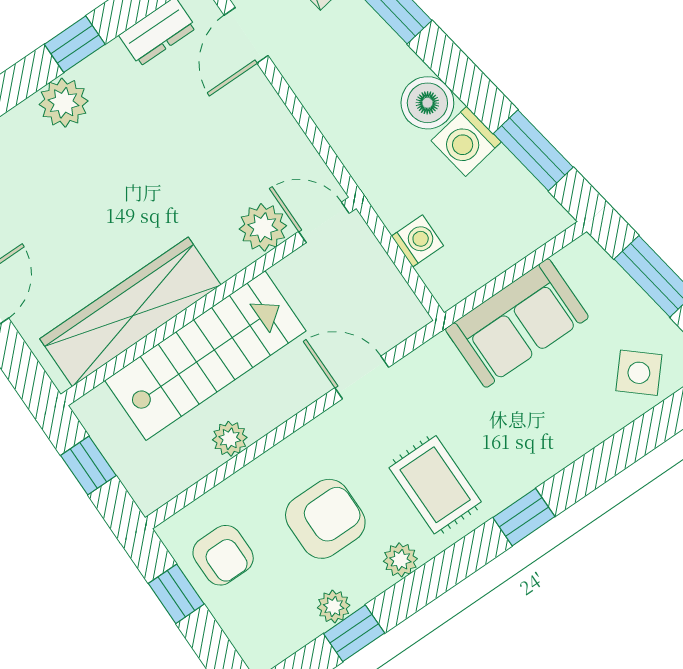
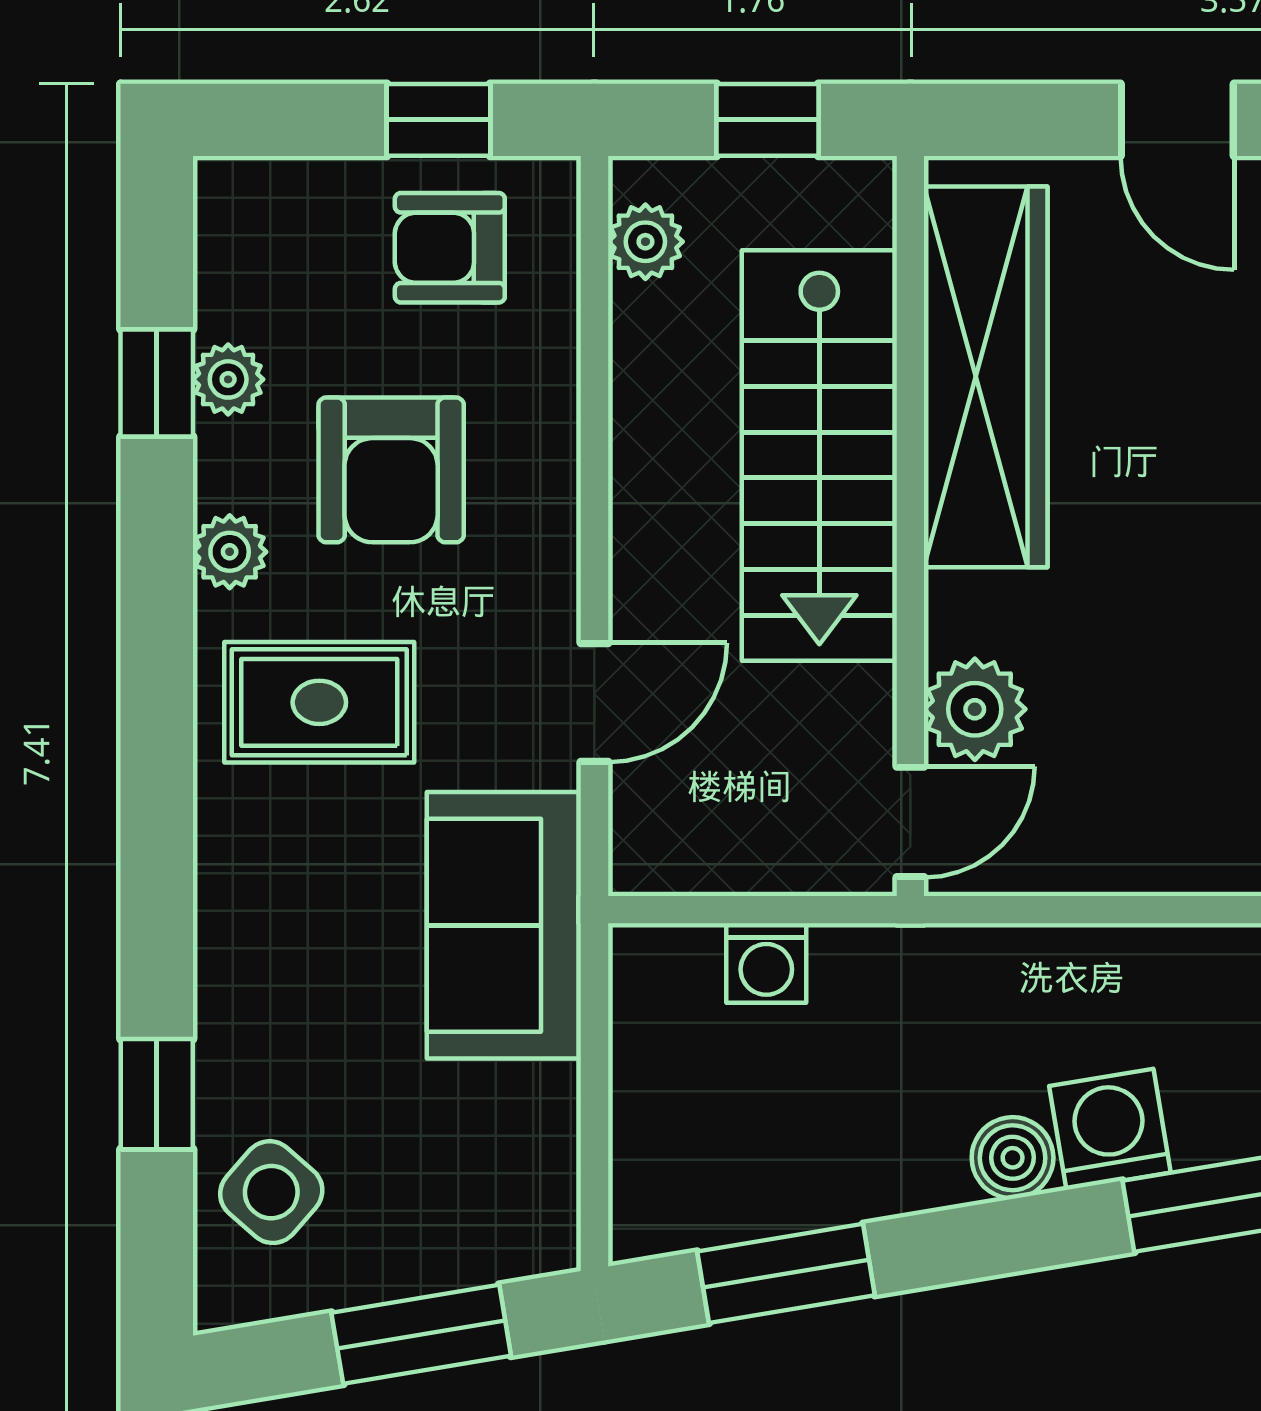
boiler: (427, 103) -> (1013, 1158), width x0.73, depth x0.73
washing machine: (466, 141) -> (1110, 1129), moved
sofa: (517, 323) -> (504, 925), moved
plant: (230, 439) -> (645, 242), moved
window: (524, 517) -> (157, 1094), moved

